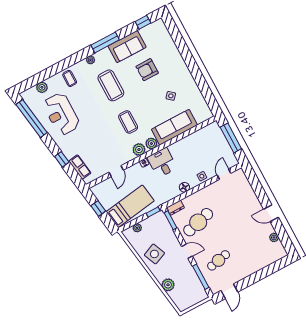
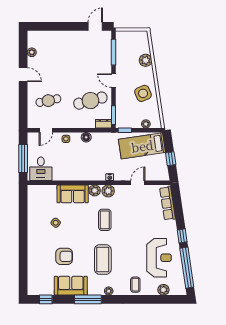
sofa: (174, 127) -> (73, 194), width x0.73
window: (62, 159) -> (182, 236), moved
desk: (162, 163) -> (41, 169), moved
row of seats: (80, 167) -> (168, 203), width x1.48
cafe table: (219, 260) -> (48, 101), moved

